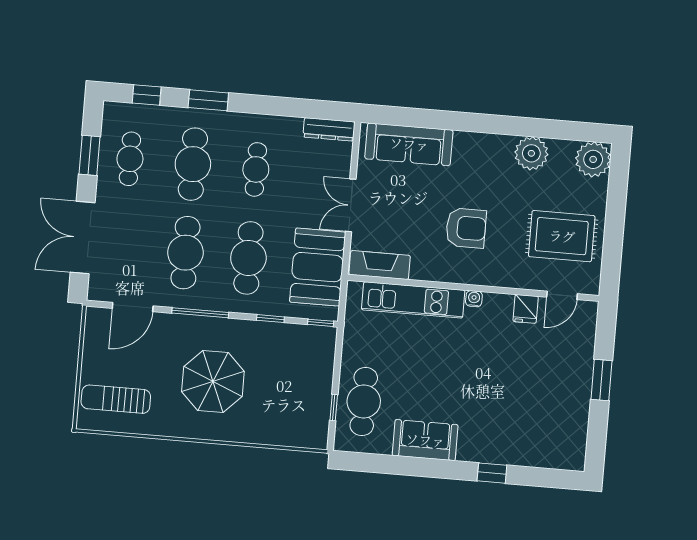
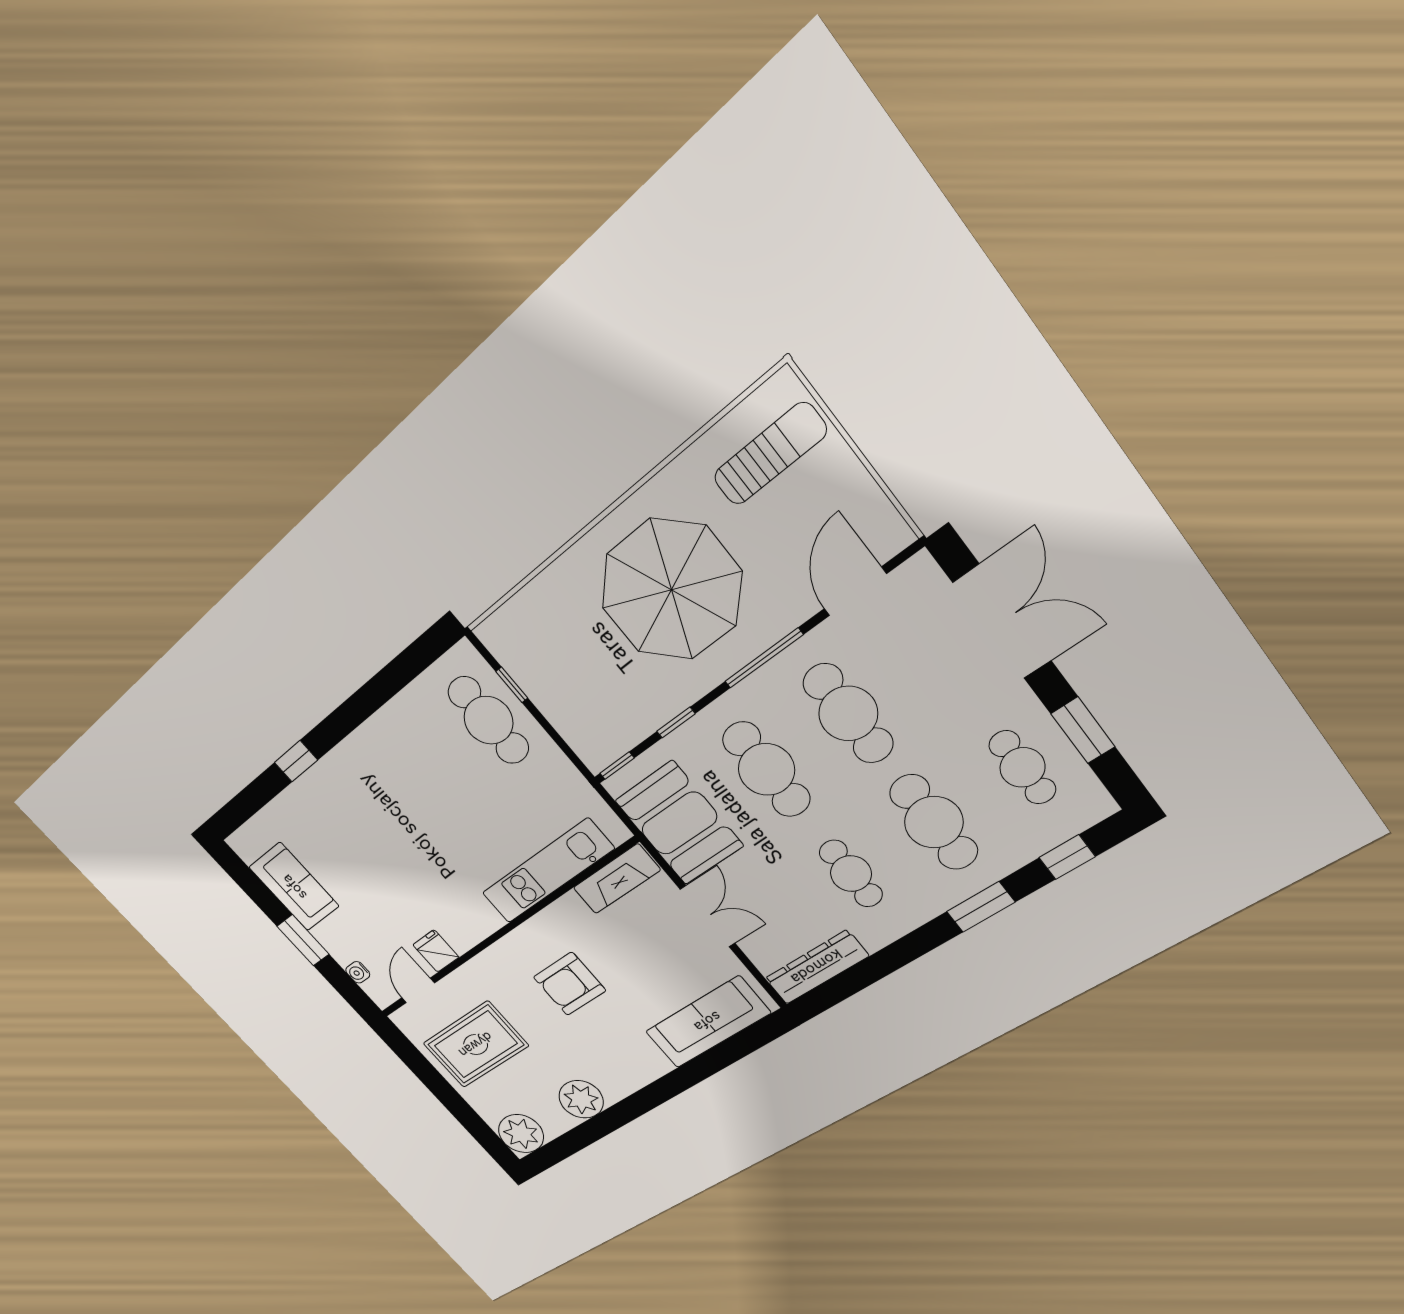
dresser: (329, 129) -> (817, 967), width x1.37, depth x1.24
water cooler: (474, 299) -> (358, 972), moved, turned 90
parasol: (213, 381) -> (671, 590), width x1.36, depth x1.36
sofa: (425, 440) -> (294, 887), moved, turned -90

